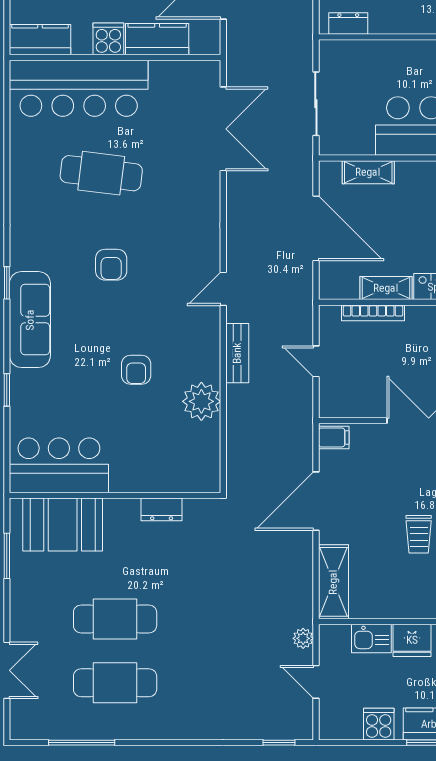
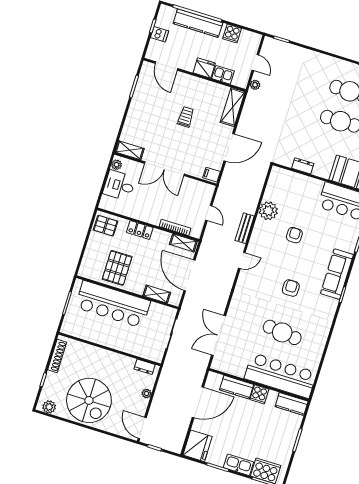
shelving: (386, 288) -> (183, 243), moved

